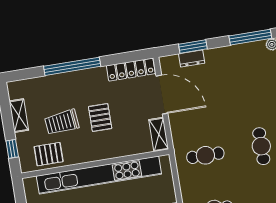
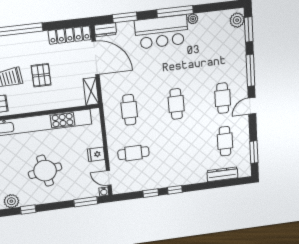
dresser: (192, 58) -> (105, 30), moved
bar counter: (237, 61) -> (161, 32), added
cafe table: (205, 155) -> (129, 110), turned 90

